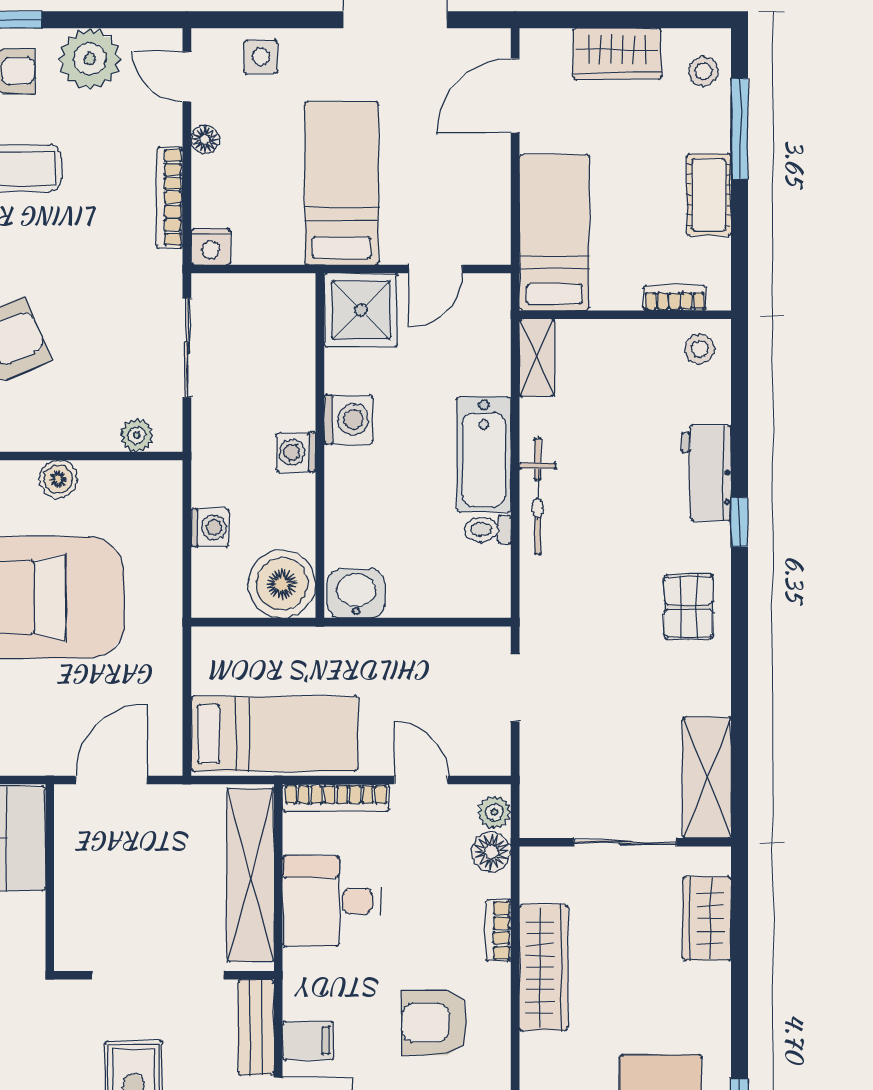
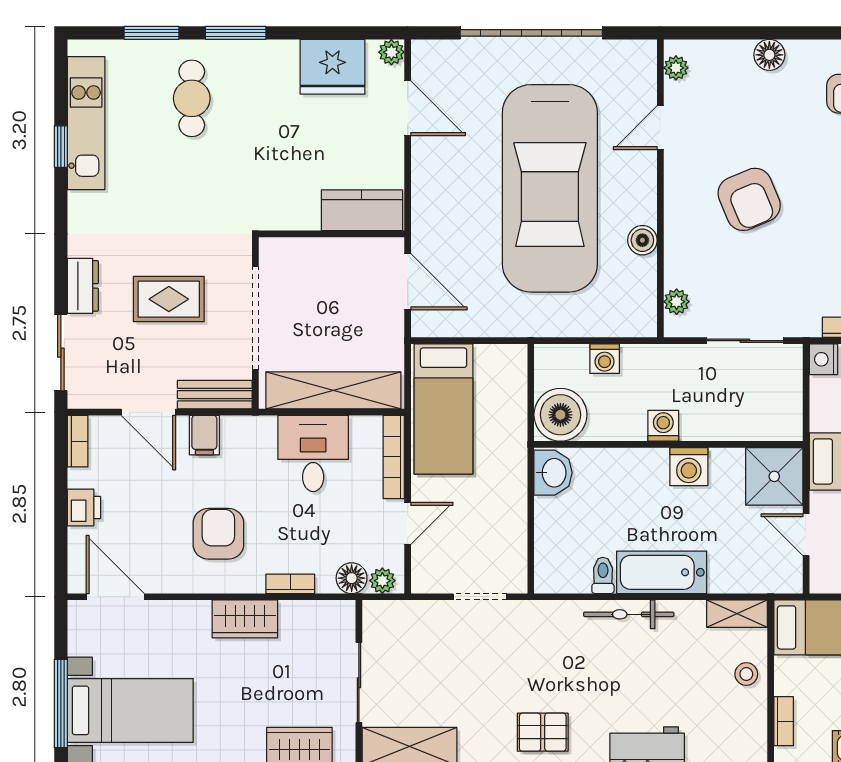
stool: (700, 349) -> (746, 674), moved
wardrobe: (544, 968) -> (245, 619), width x0.67

